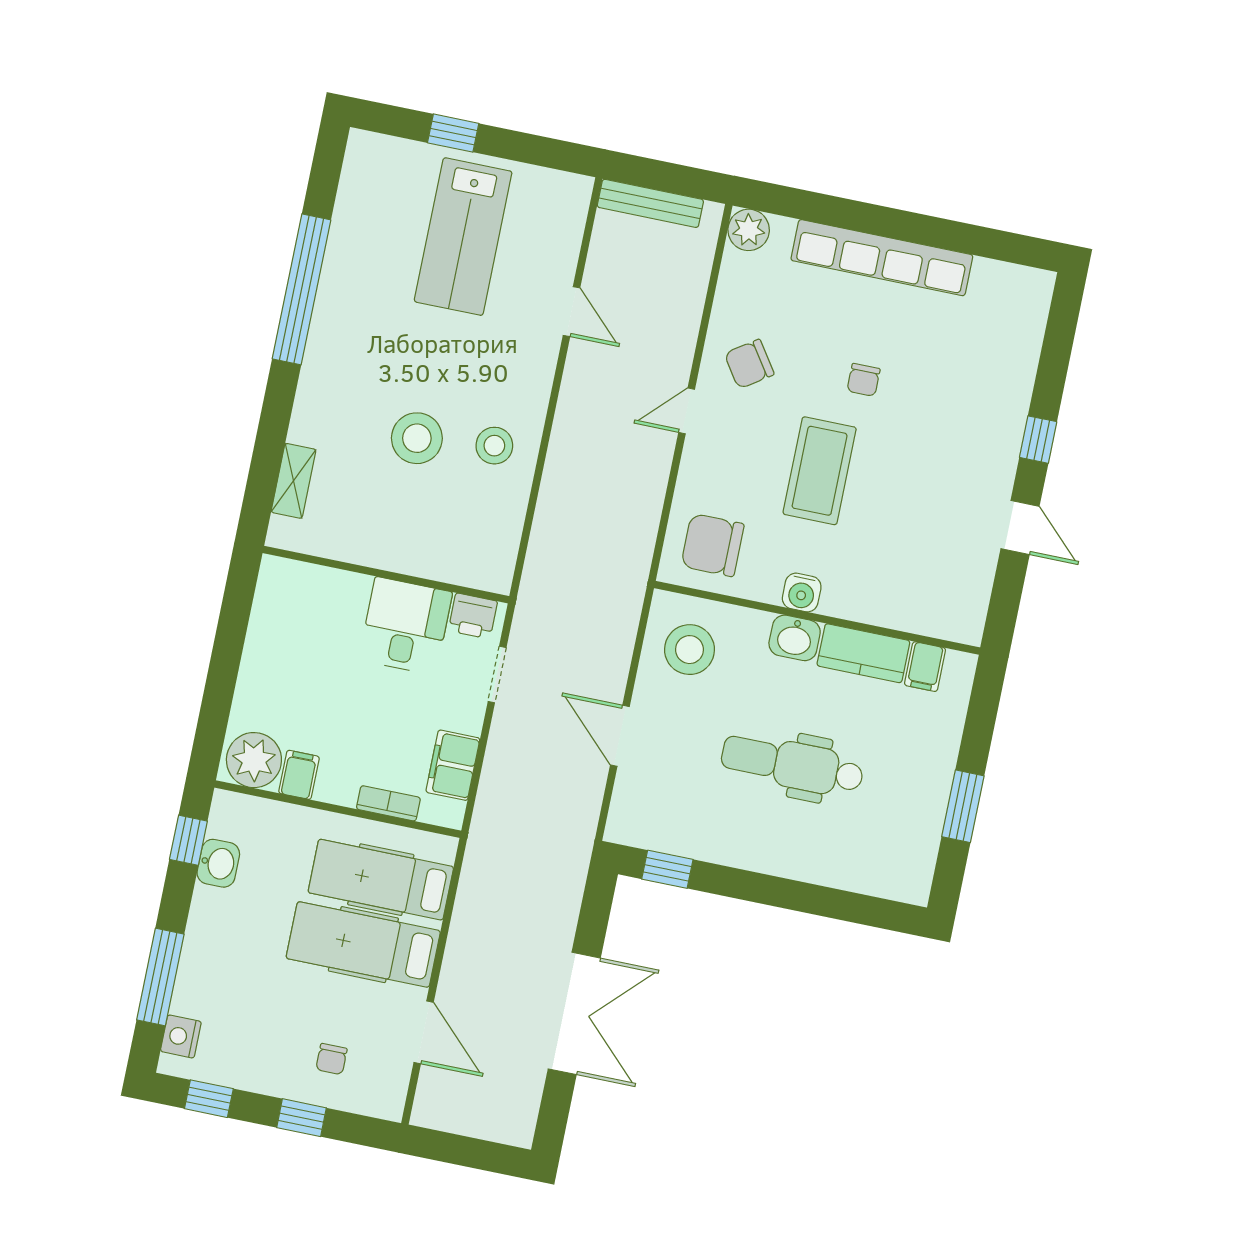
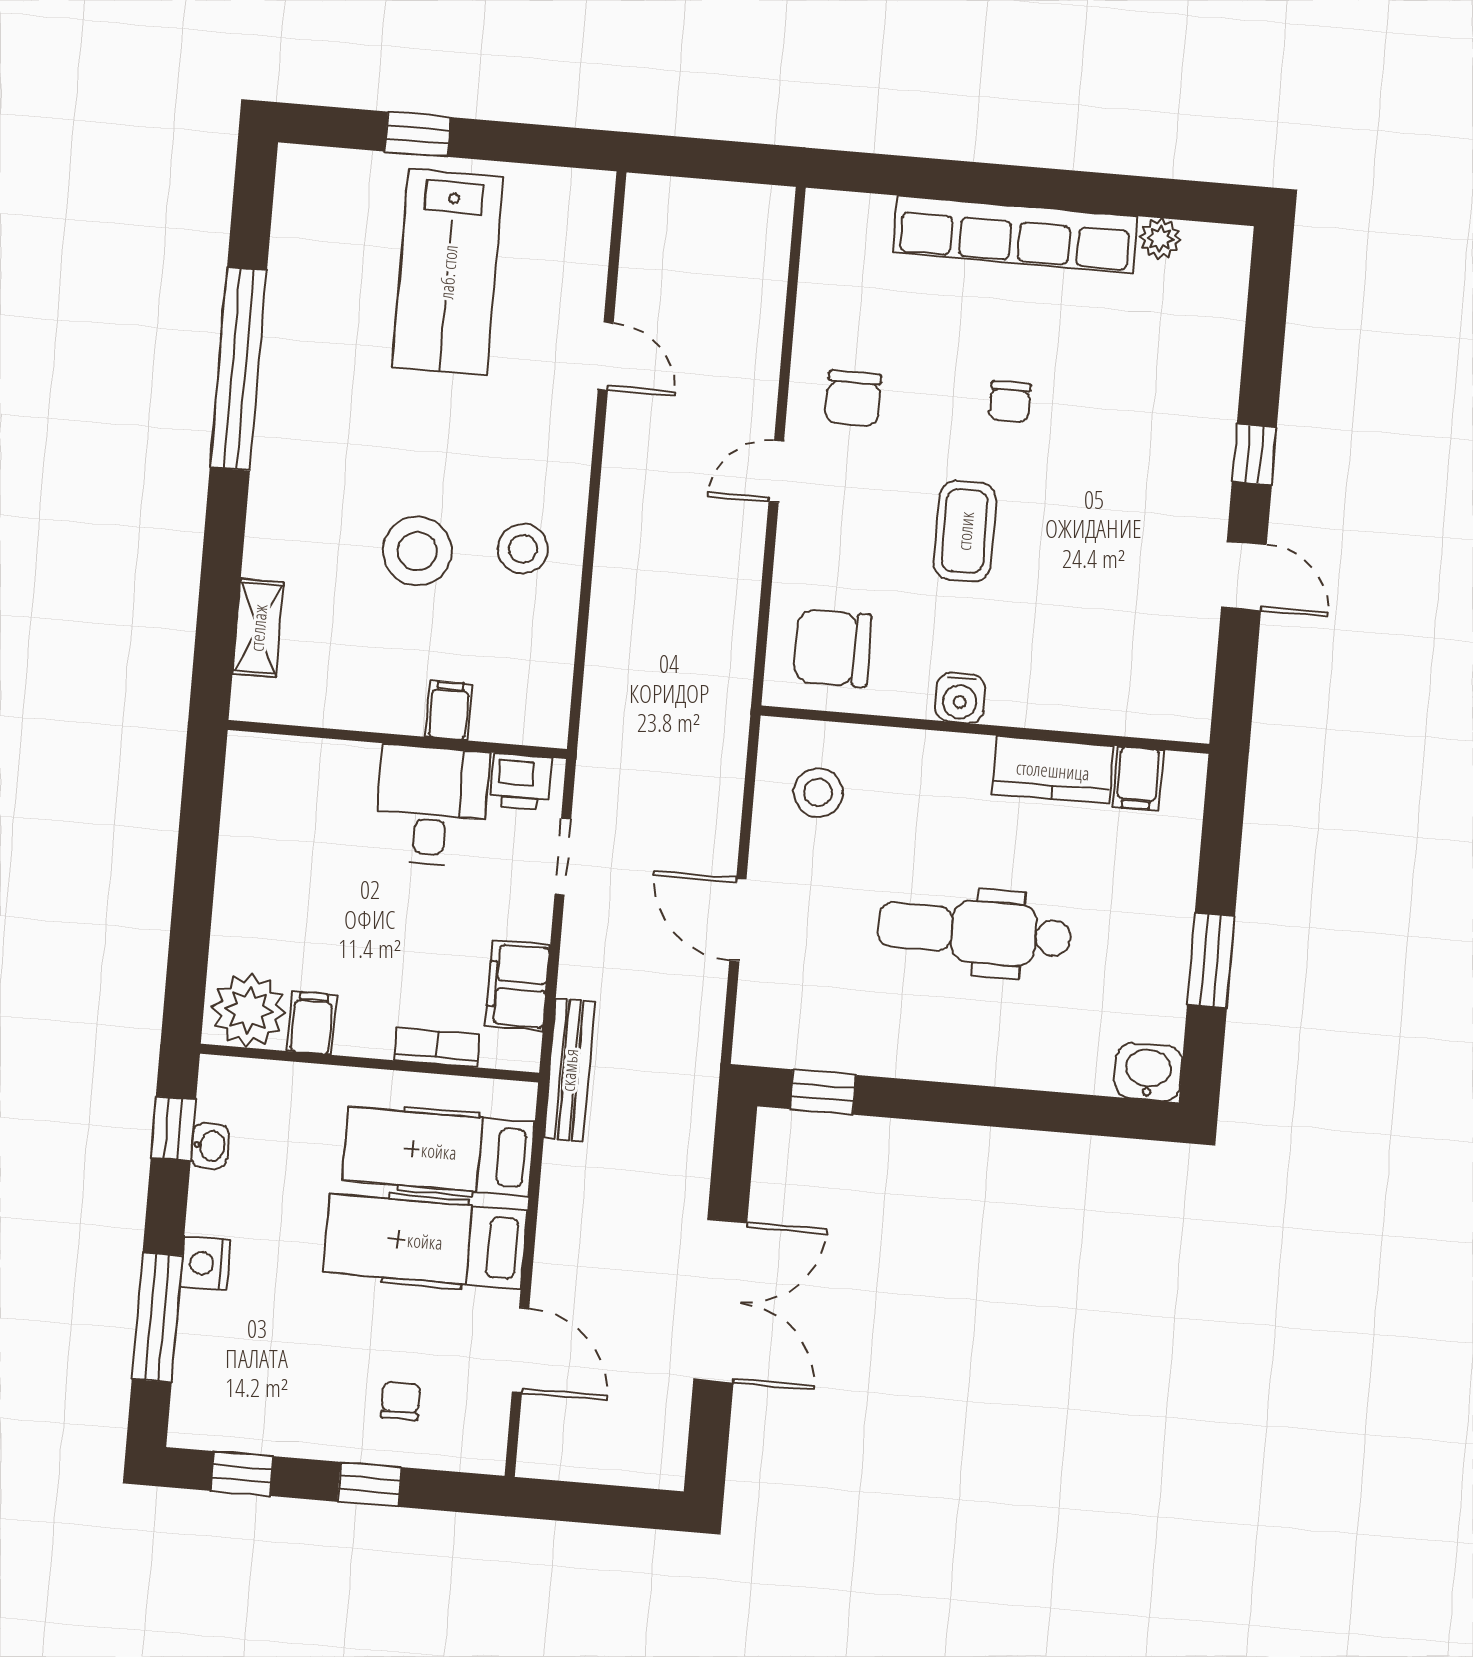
bench: (650, 203) -> (569, 1070), moved, turned 90
plant: (749, 230) -> (1160, 239), moved, width x0.73, depth x0.73
chair: (749, 364) -> (853, 398), turned -56
coffee table: (820, 471) -> (965, 531), width x0.73, depth x0.76
filing cabinet: (426, 558) -> (449, 711), added
washbasin: (795, 638) -> (1148, 1072), moved, turned 180
stool: (690, 650) -> (818, 793), width x0.73, depth x0.73
washbasin: (218, 863) -> (210, 1146), width x0.72, depth x0.69
nightstand: (181, 1036) -> (205, 1263), moved
chair: (331, 1059) -> (401, 1401), turned 180

